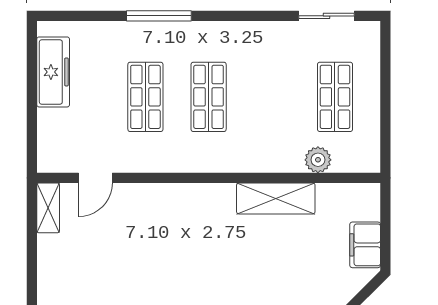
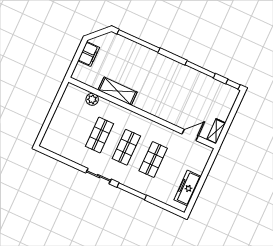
sliding door: (327, 16) -> (99, 176), moved
shop shelf: (335, 97) -> (100, 135), moved

